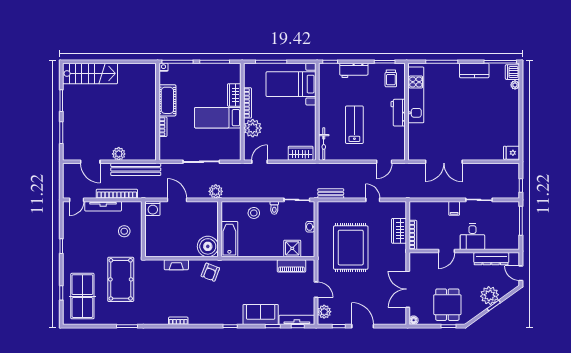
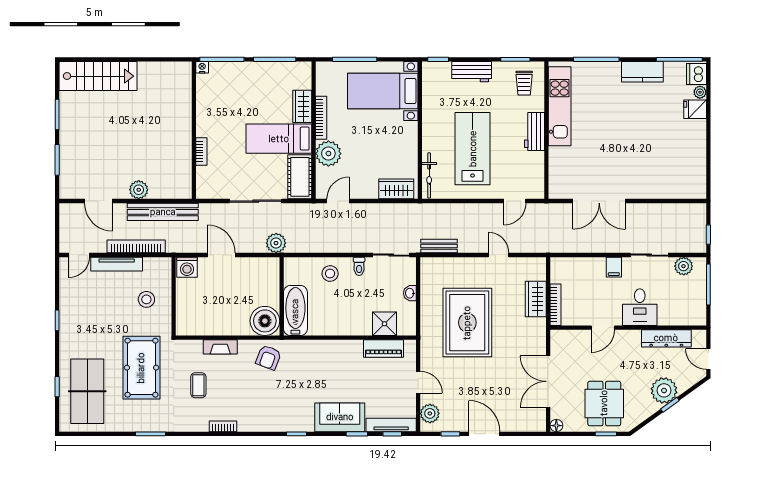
cot: (167, 100) -> (300, 177), moved
lab bench: (354, 125) -> (473, 149), width x1.36, depth x1.39
fridge: (512, 153) -> (695, 109), moved
plant: (503, 208) -> (684, 266), added
coffee table: (161, 292) -> (198, 385), added

